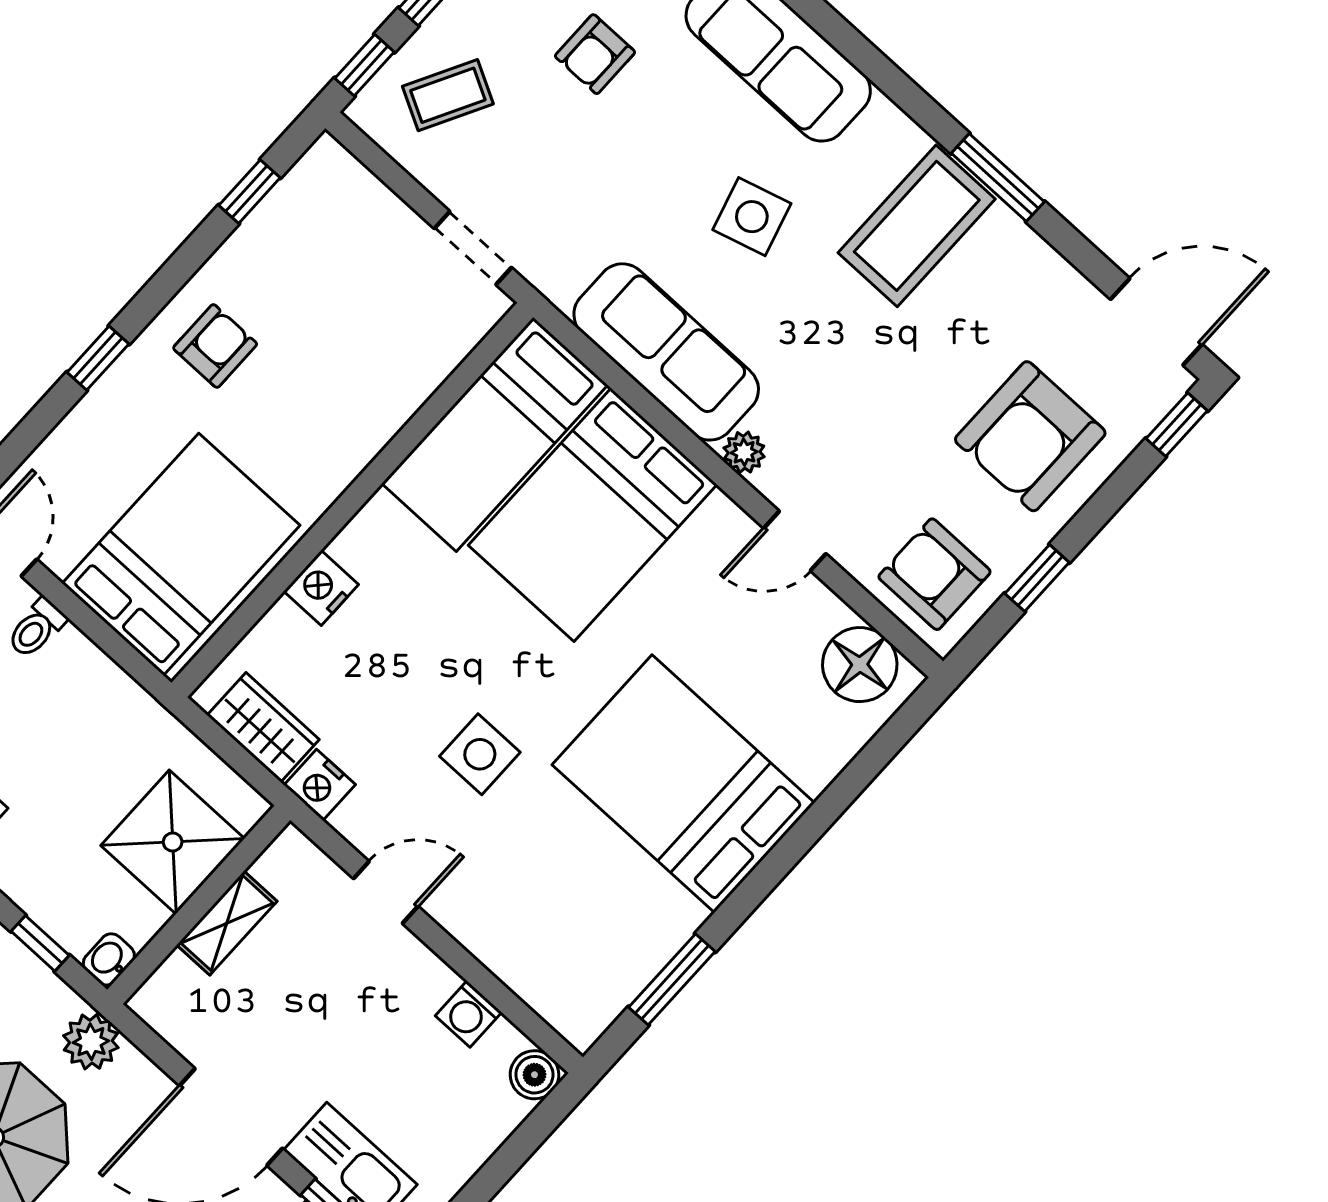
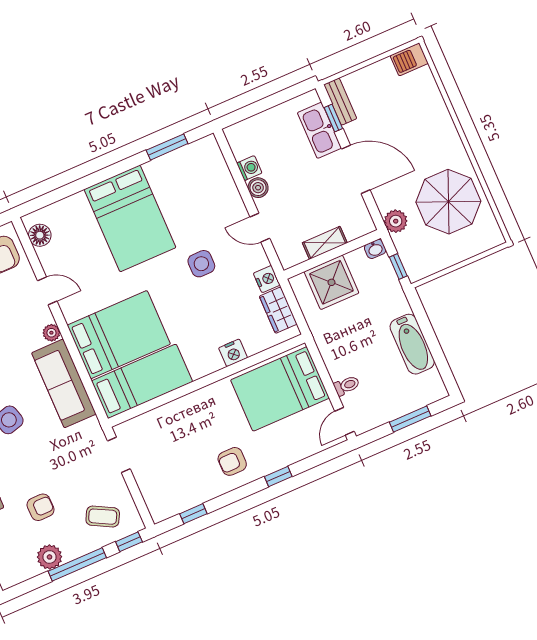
floor lamp: (860, 665) -> (40, 235), width x0.73, depth x0.73
boiler: (534, 1075) -> (258, 188), moved

